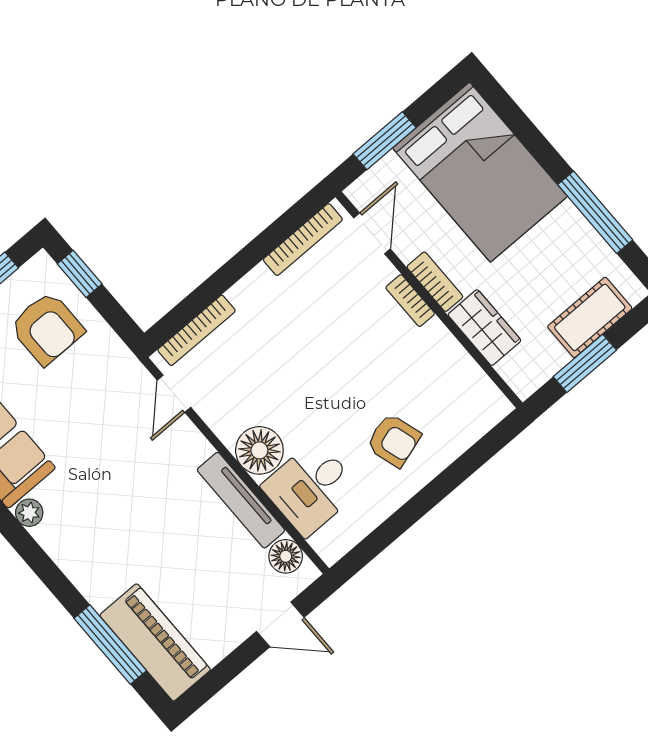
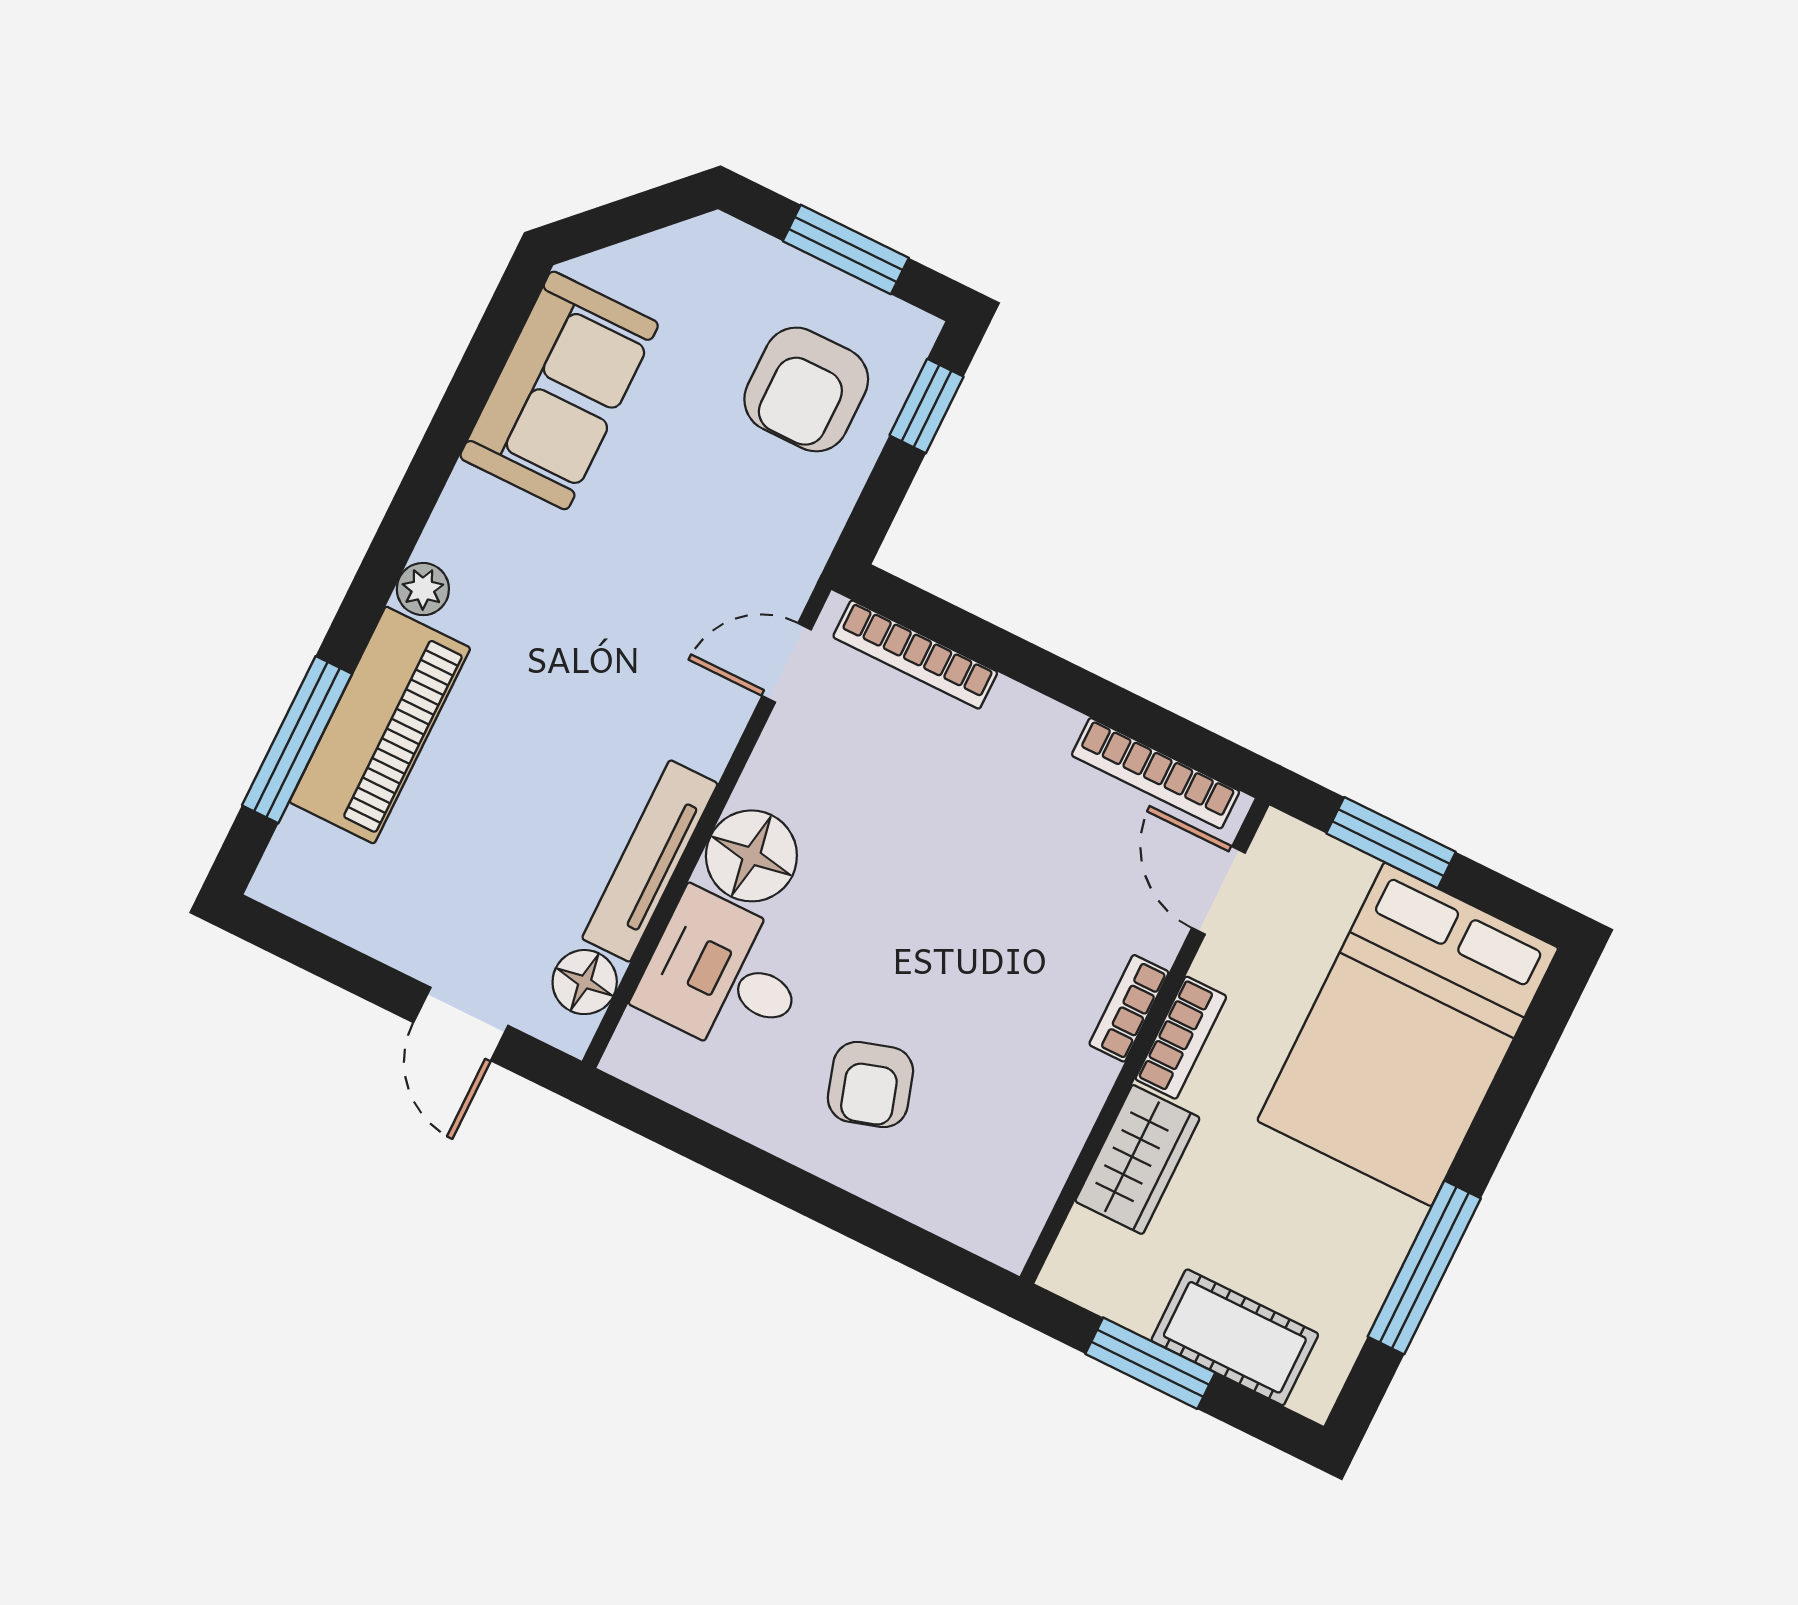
door: (372, 233) -> (1219, 890), swing flipped
plant: (29, 513) -> (423, 589), moved
piano: (155, 642) -> (380, 725), moved

